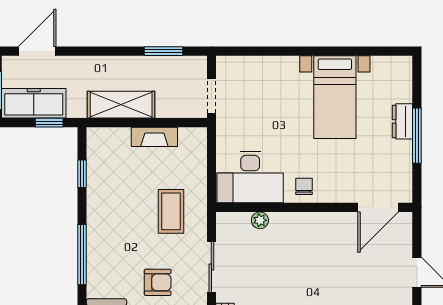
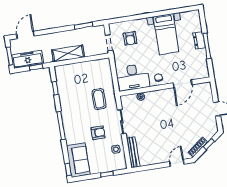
armchair: (257, 94) -> (130, 38), added
fireplace: (154, 137) -> (86, 66), removed
door: (378, 207) -> (183, 84), moved

